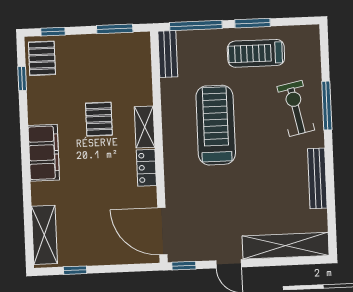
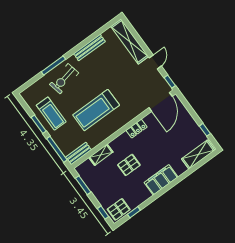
shelving: (145, 127) -> (101, 155), moved

